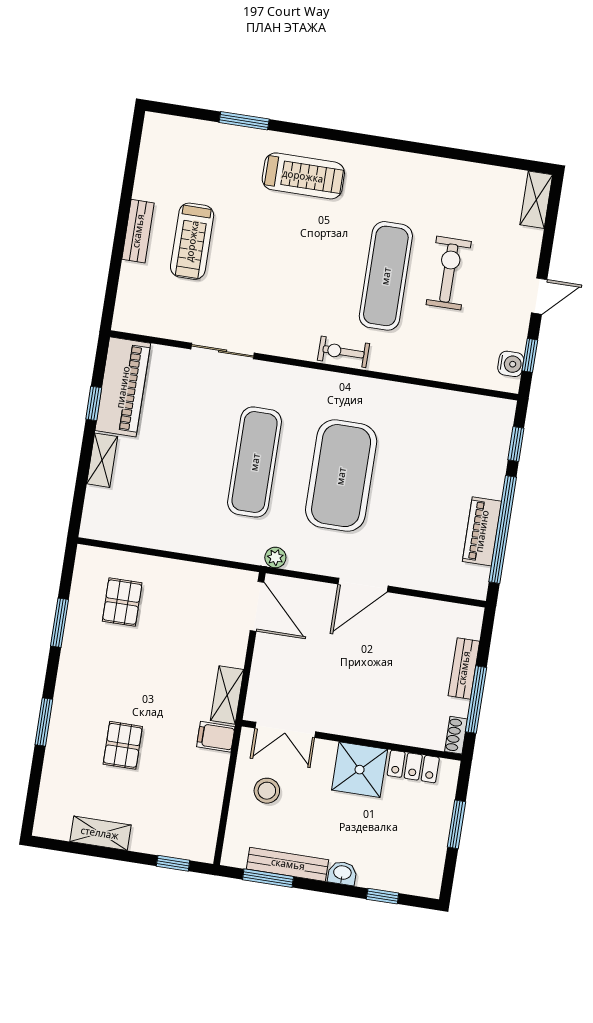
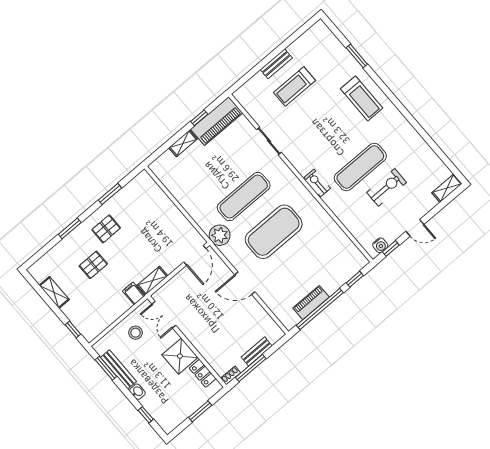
plant: (275, 557) -> (220, 235), width x1.88, depth x1.88
pallet: (122, 602) -> (106, 229), moved

